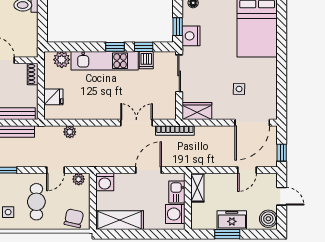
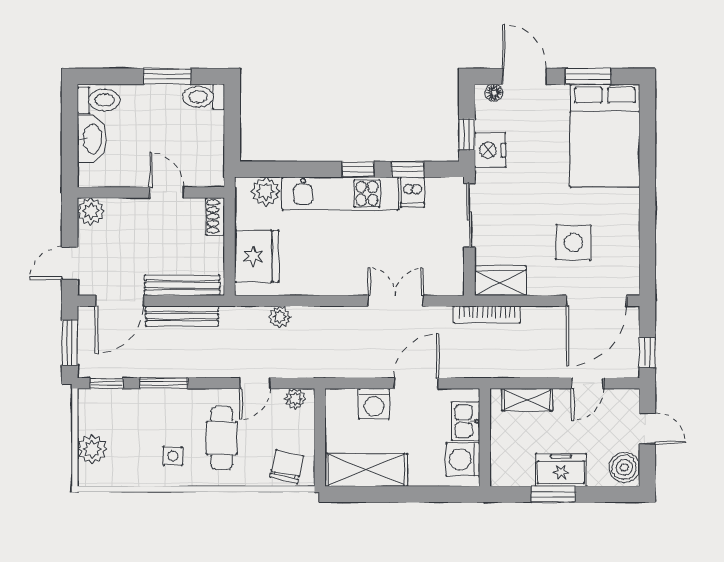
side table: (239, 89) -> (573, 242), width x1.87, depth x1.87
fridge: (53, 97) -> (257, 256), width x1.88, depth x1.34
bookcase: (175, 131) -> (487, 314), moved
washing machine: (105, 182) -> (374, 404), moved
shelving: (197, 188) -> (527, 400), moved, turned 90

